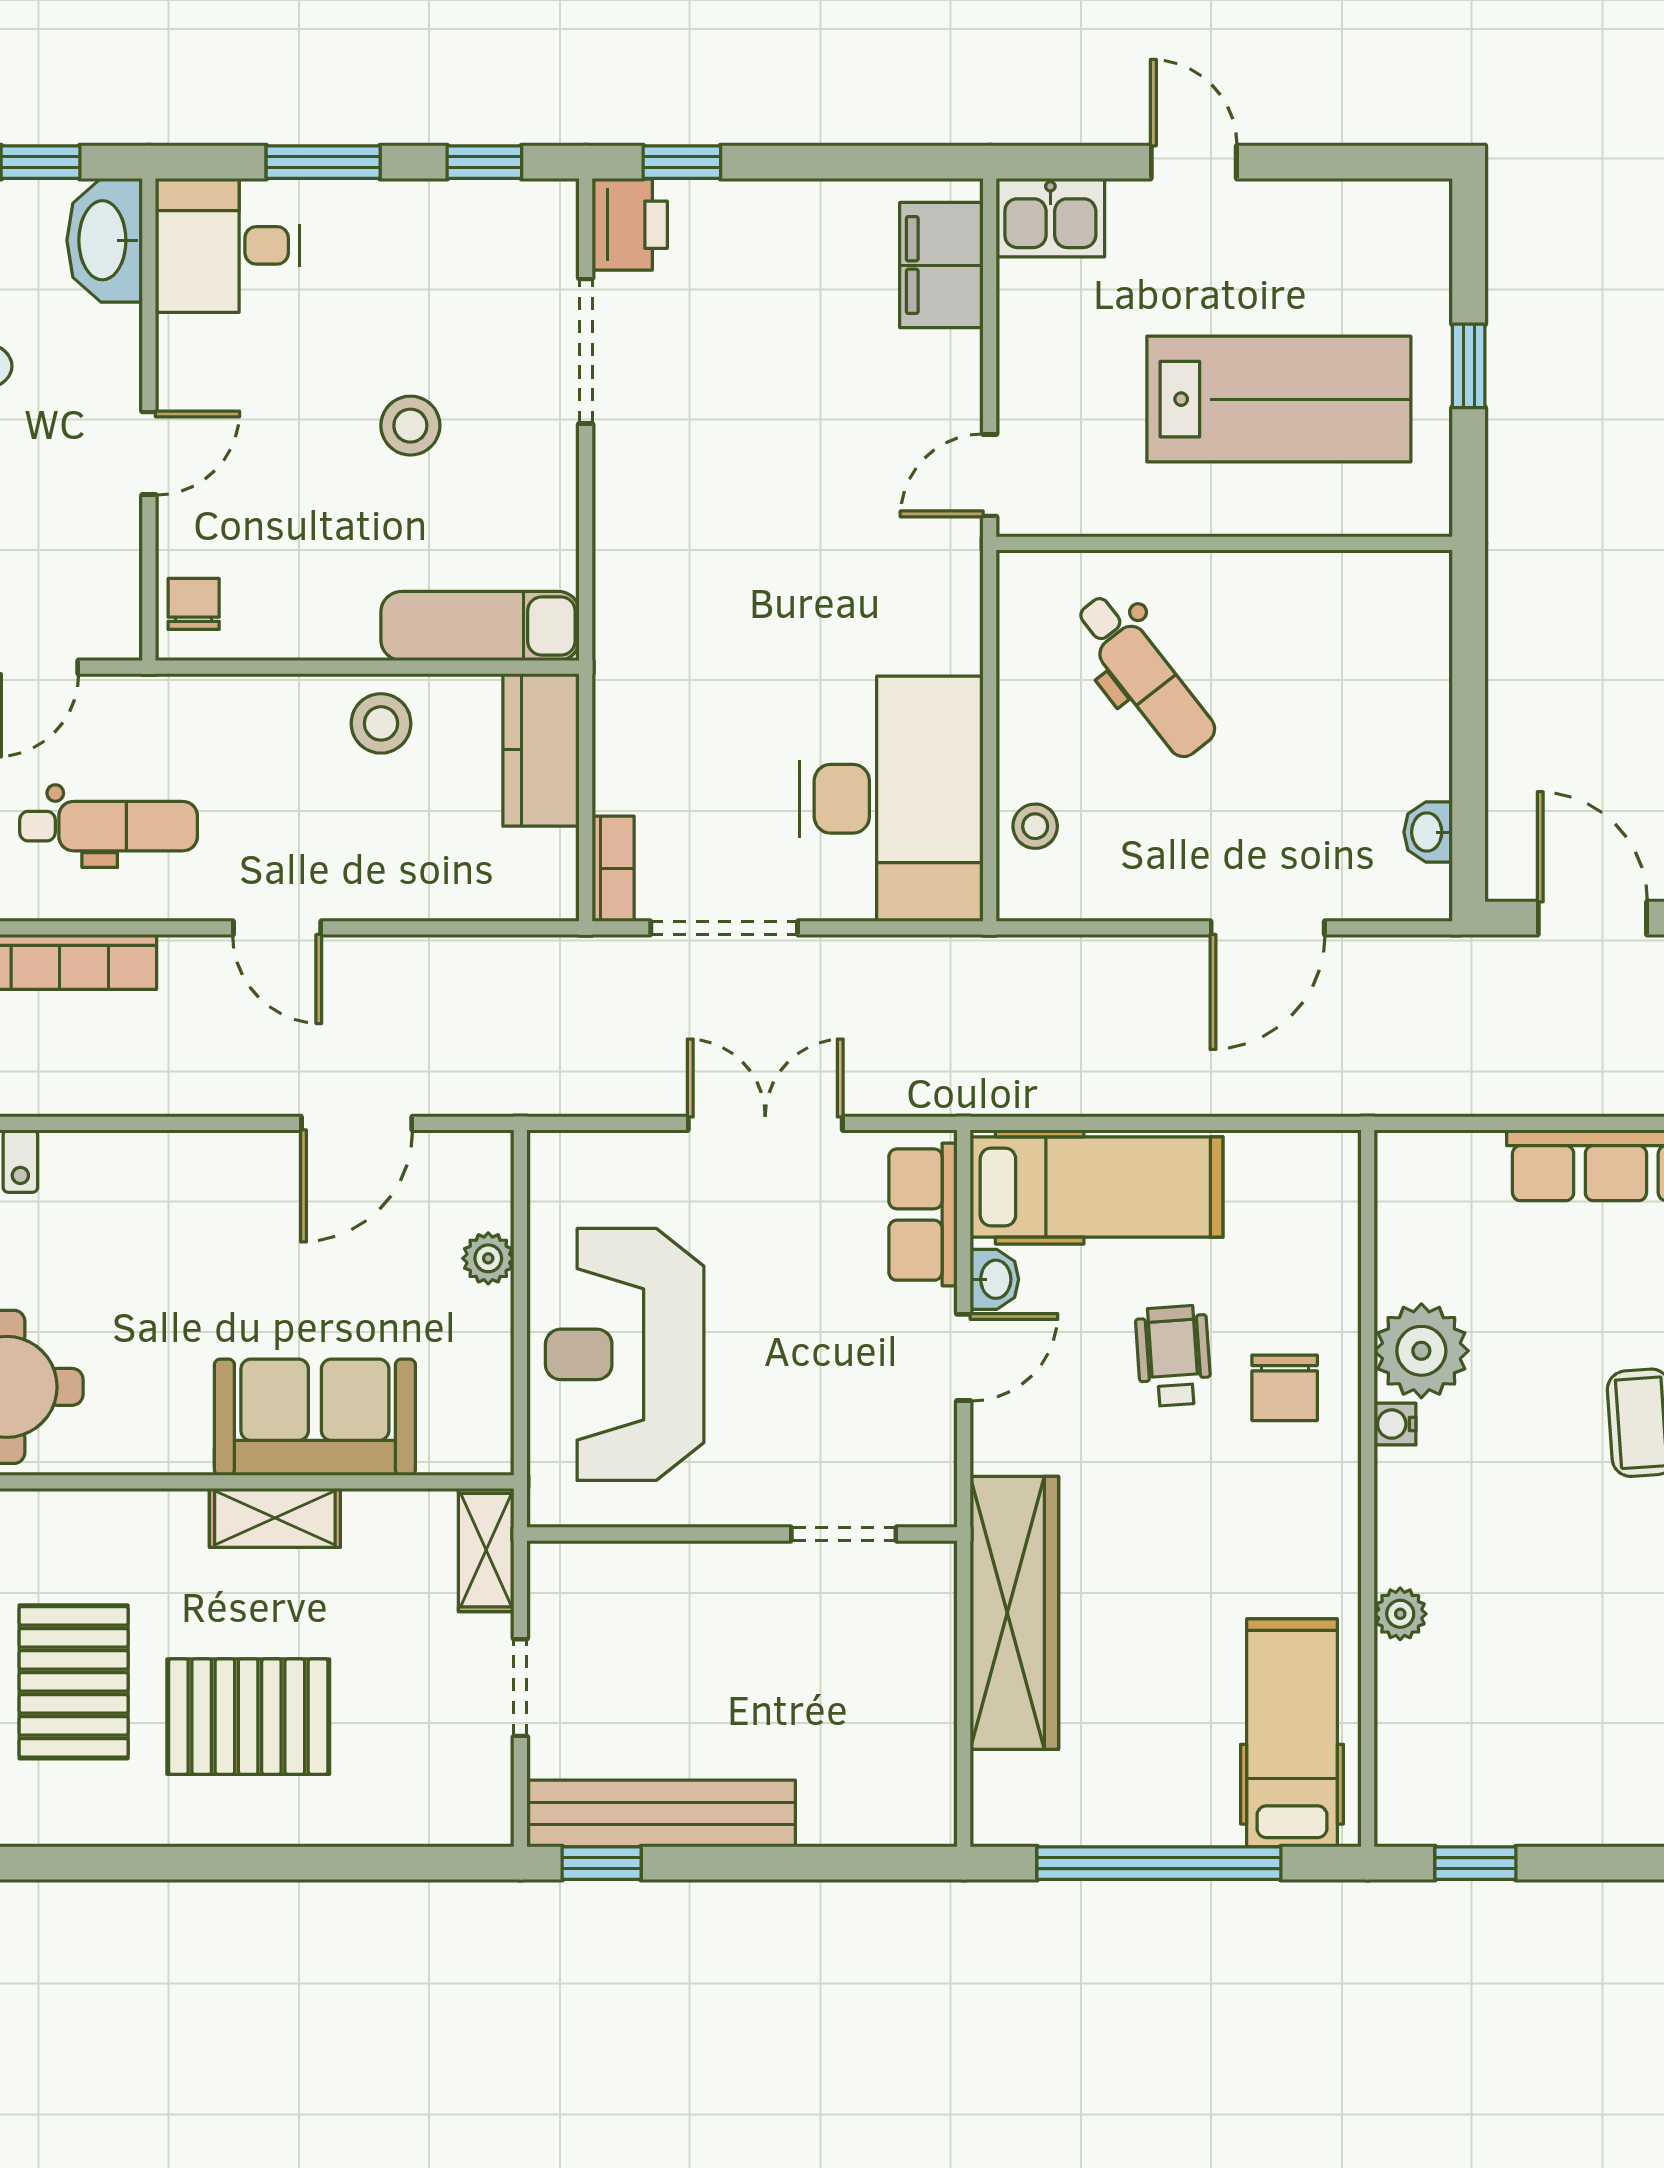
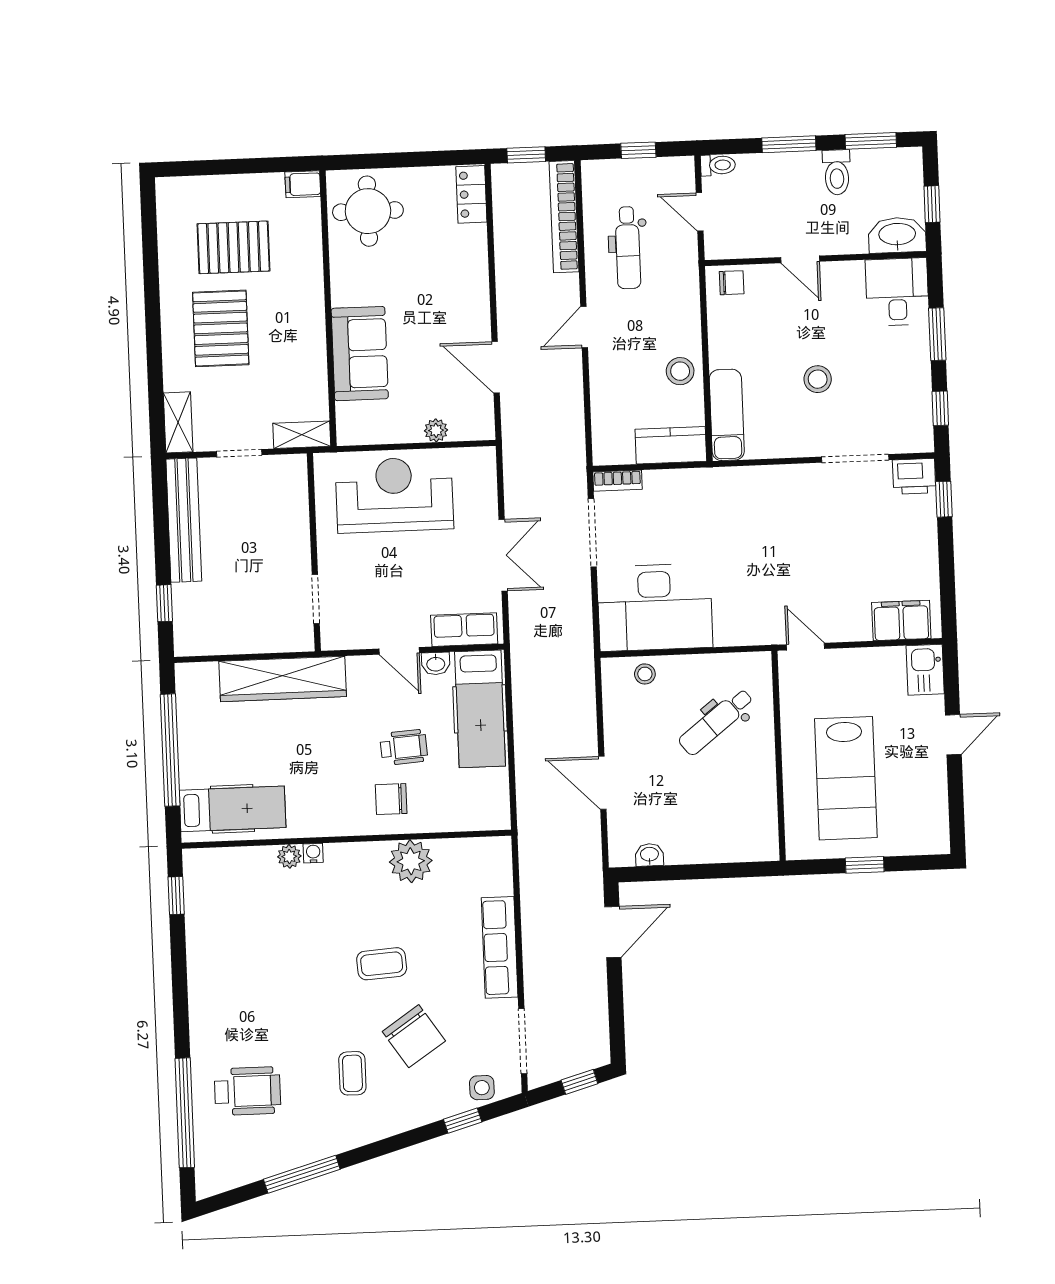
water cooler: (1395, 1424) -> (313, 853), moved
shelving: (275, 1518) -> (178, 422), moved
window: (602, 1863) -> (164, 603), moved

